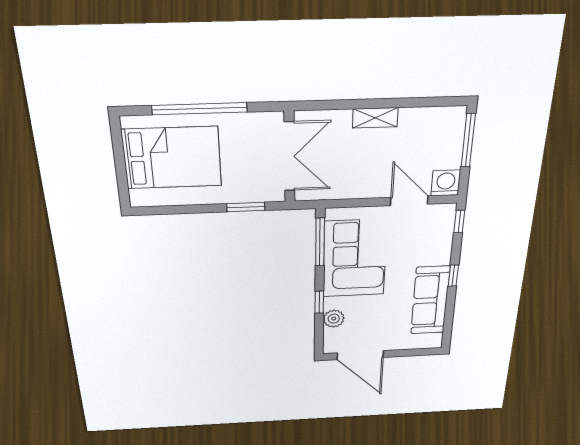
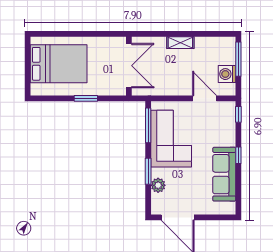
window: (200, 109) -> (77, 34), removed
washing machine: (446, 183) -> (227, 74), moved, turned -90
window: (246, 207) -> (86, 98), moved
window: (319, 302) -> (148, 171), width x1.50

